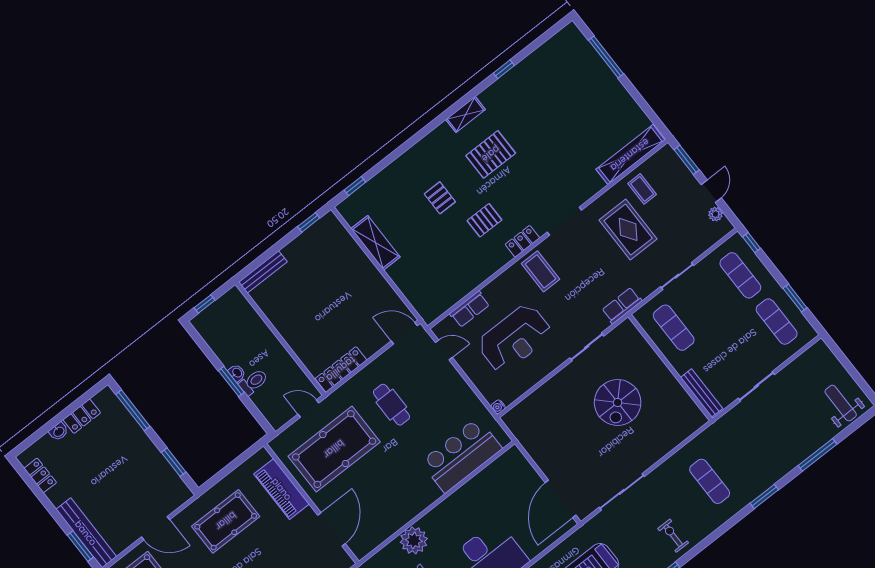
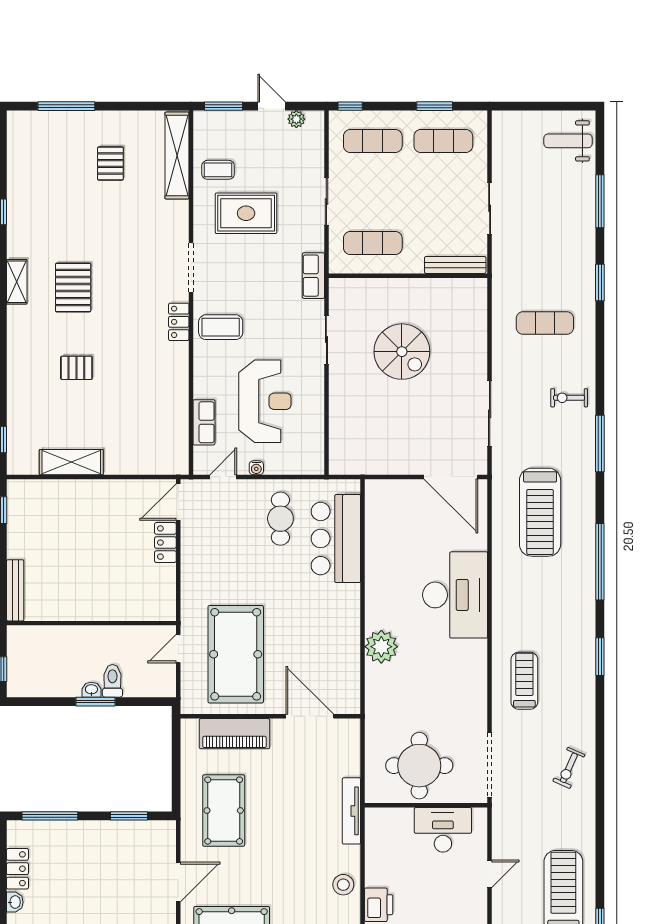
pallet: (484, 220) -> (110, 163), moved
locker: (341, 369) -> (165, 543), moved, width x0.66
cafe table: (391, 405) -> (280, 519), moved, turned 90
water cooler: (498, 407) -> (256, 468), moved

